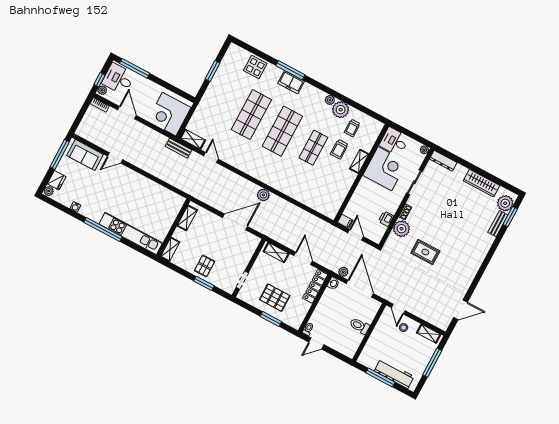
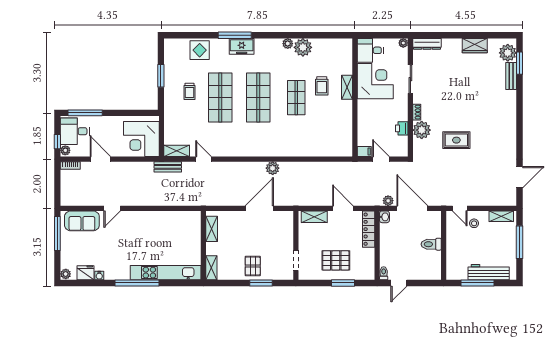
trolley: (352, 128) -> (190, 91), moved
fridge: (57, 180) -> (85, 273), moved, turned -90
wardrobe: (481, 183) -> (475, 46), width x0.67

